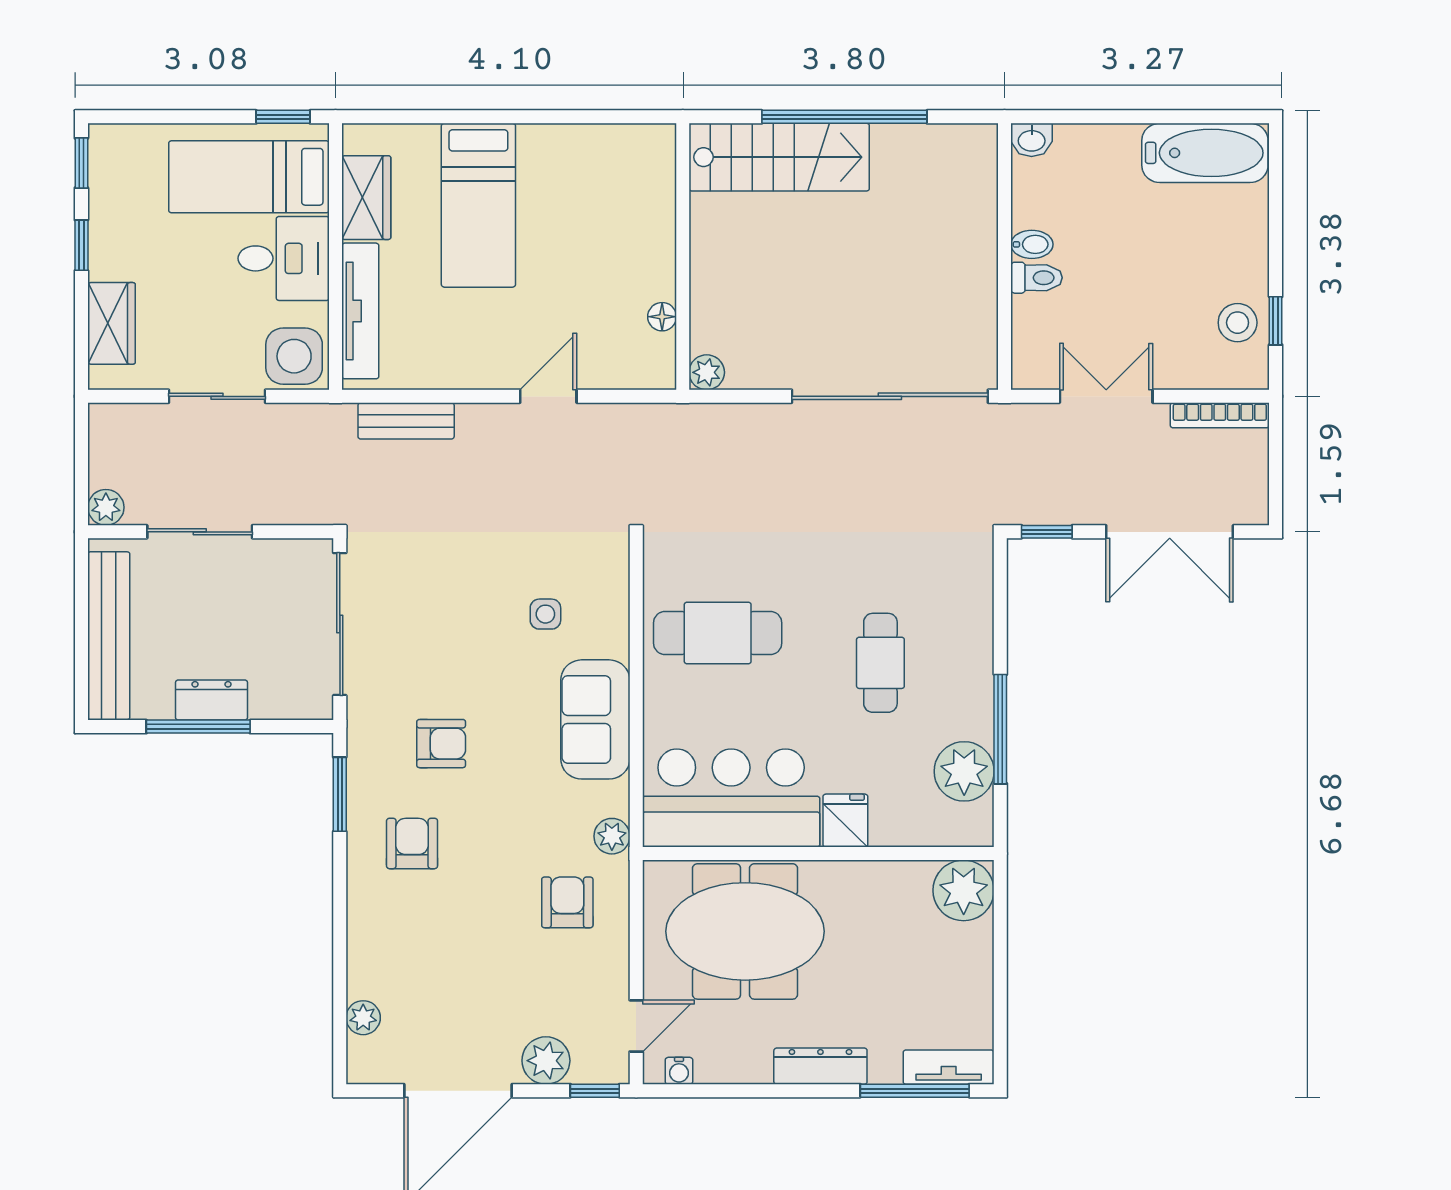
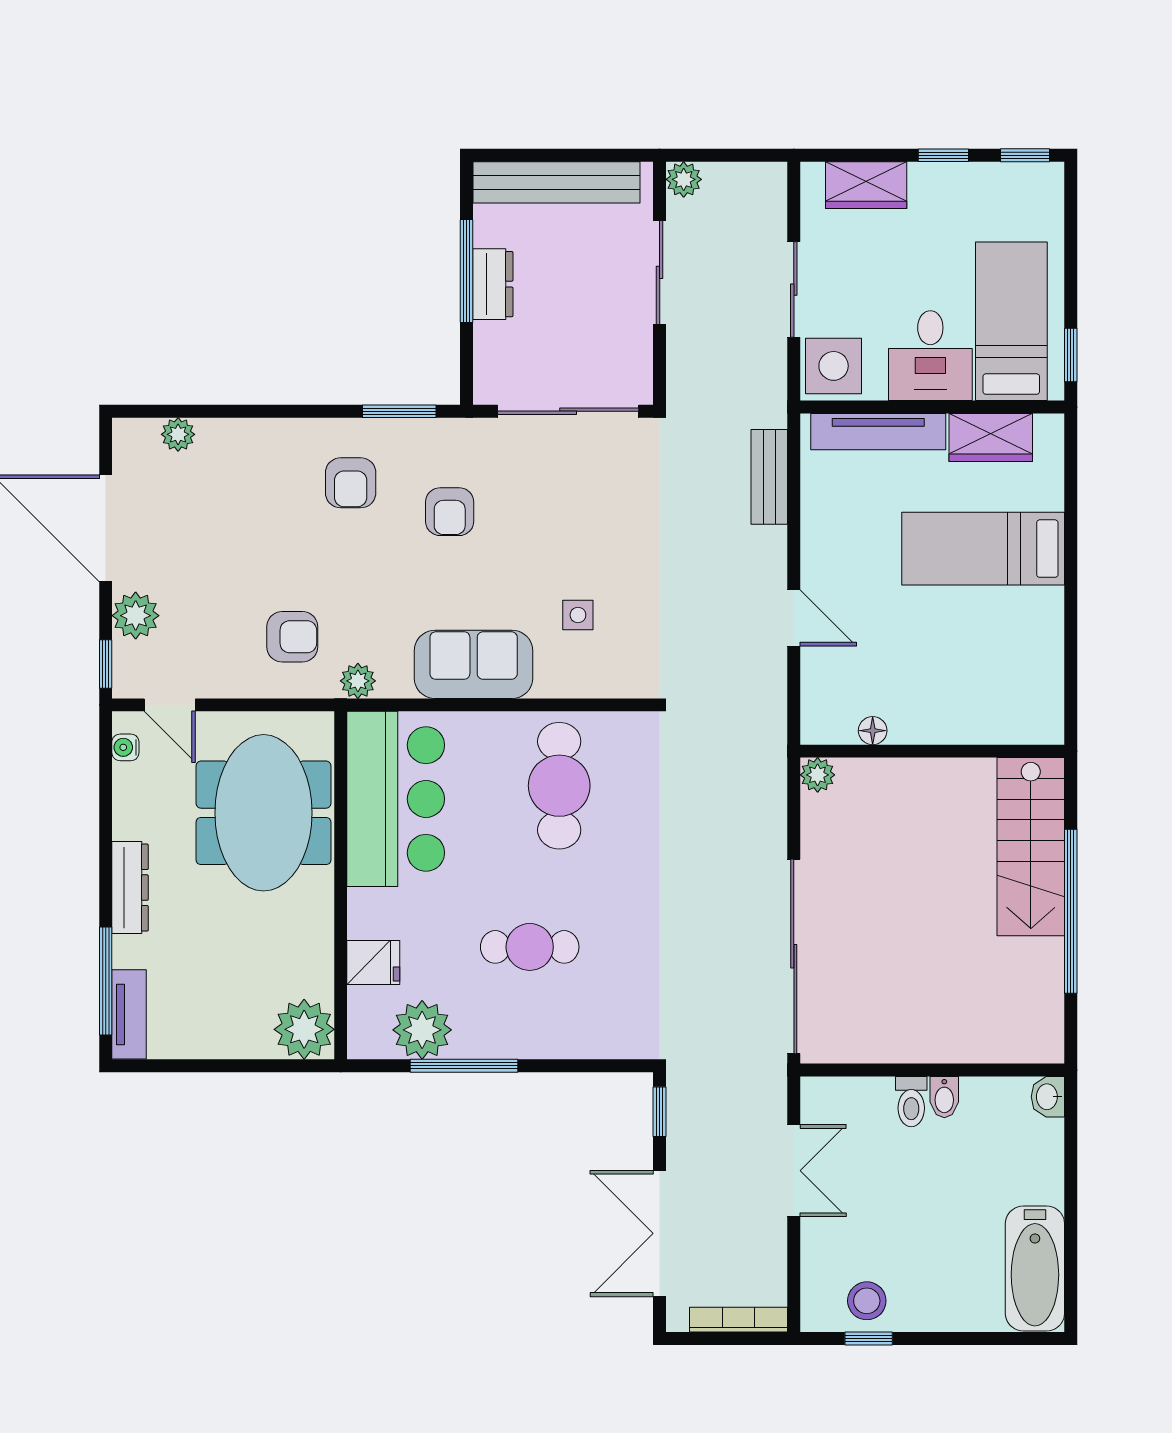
bookcase: (1220, 415) -> (739, 1320), moved, turned 90
fridge: (845, 821) -> (373, 962), moved
armchair: (412, 843) -> (351, 483), turned 90

